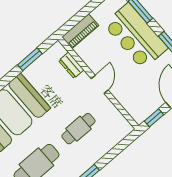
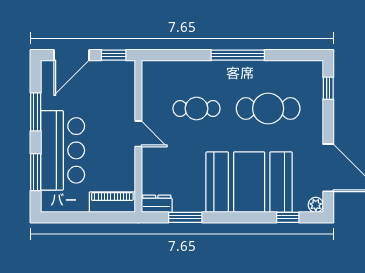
dresser: (71, 65) -> (157, 204), moved, turned -90
door: (100, 84) -> (138, 134), swing flipped

